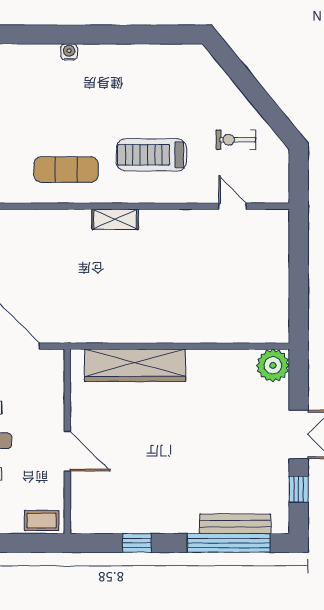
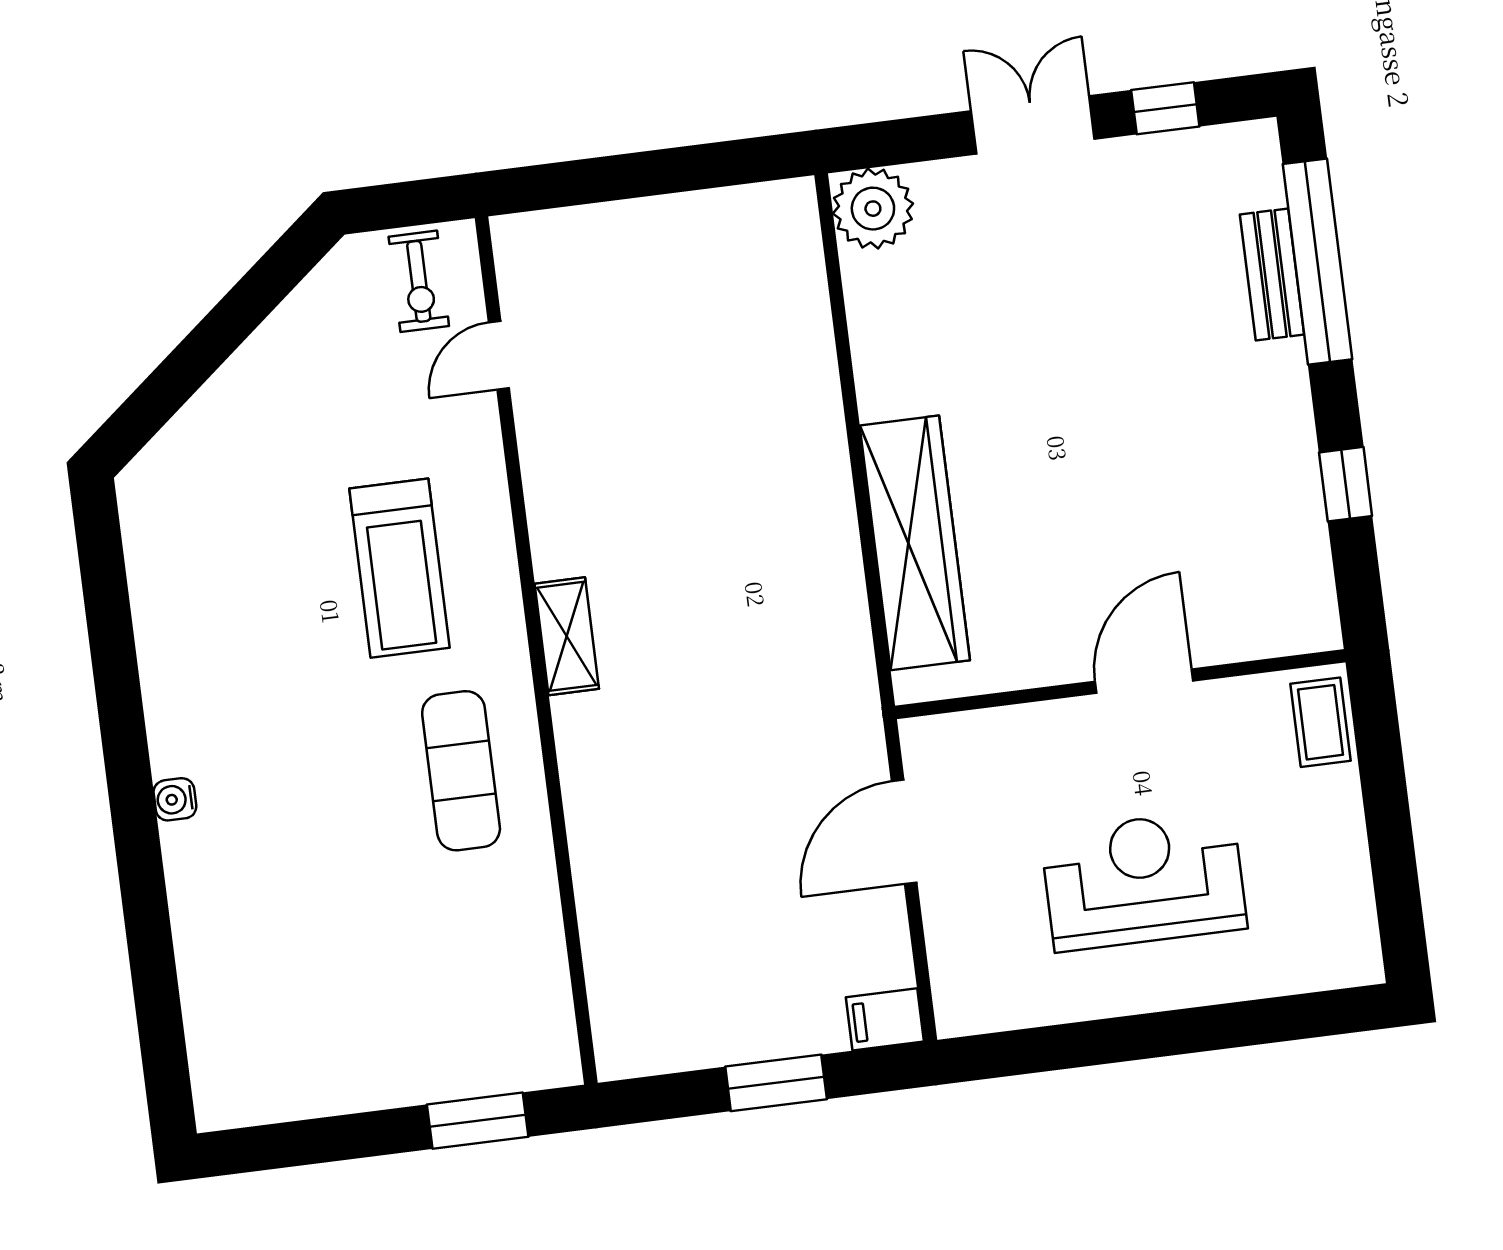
exercise bike: (236, 140) -> (419, 281), moved
bench: (235, 524) -> (1272, 274), width x0.73

